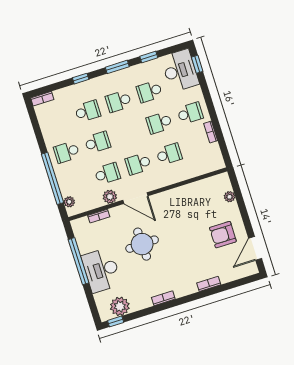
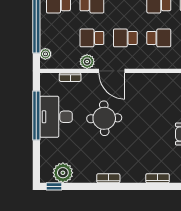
school desk: (107, 174) -> (92, 38), turned 180
desk: (101, 270) -> (56, 117), moved

